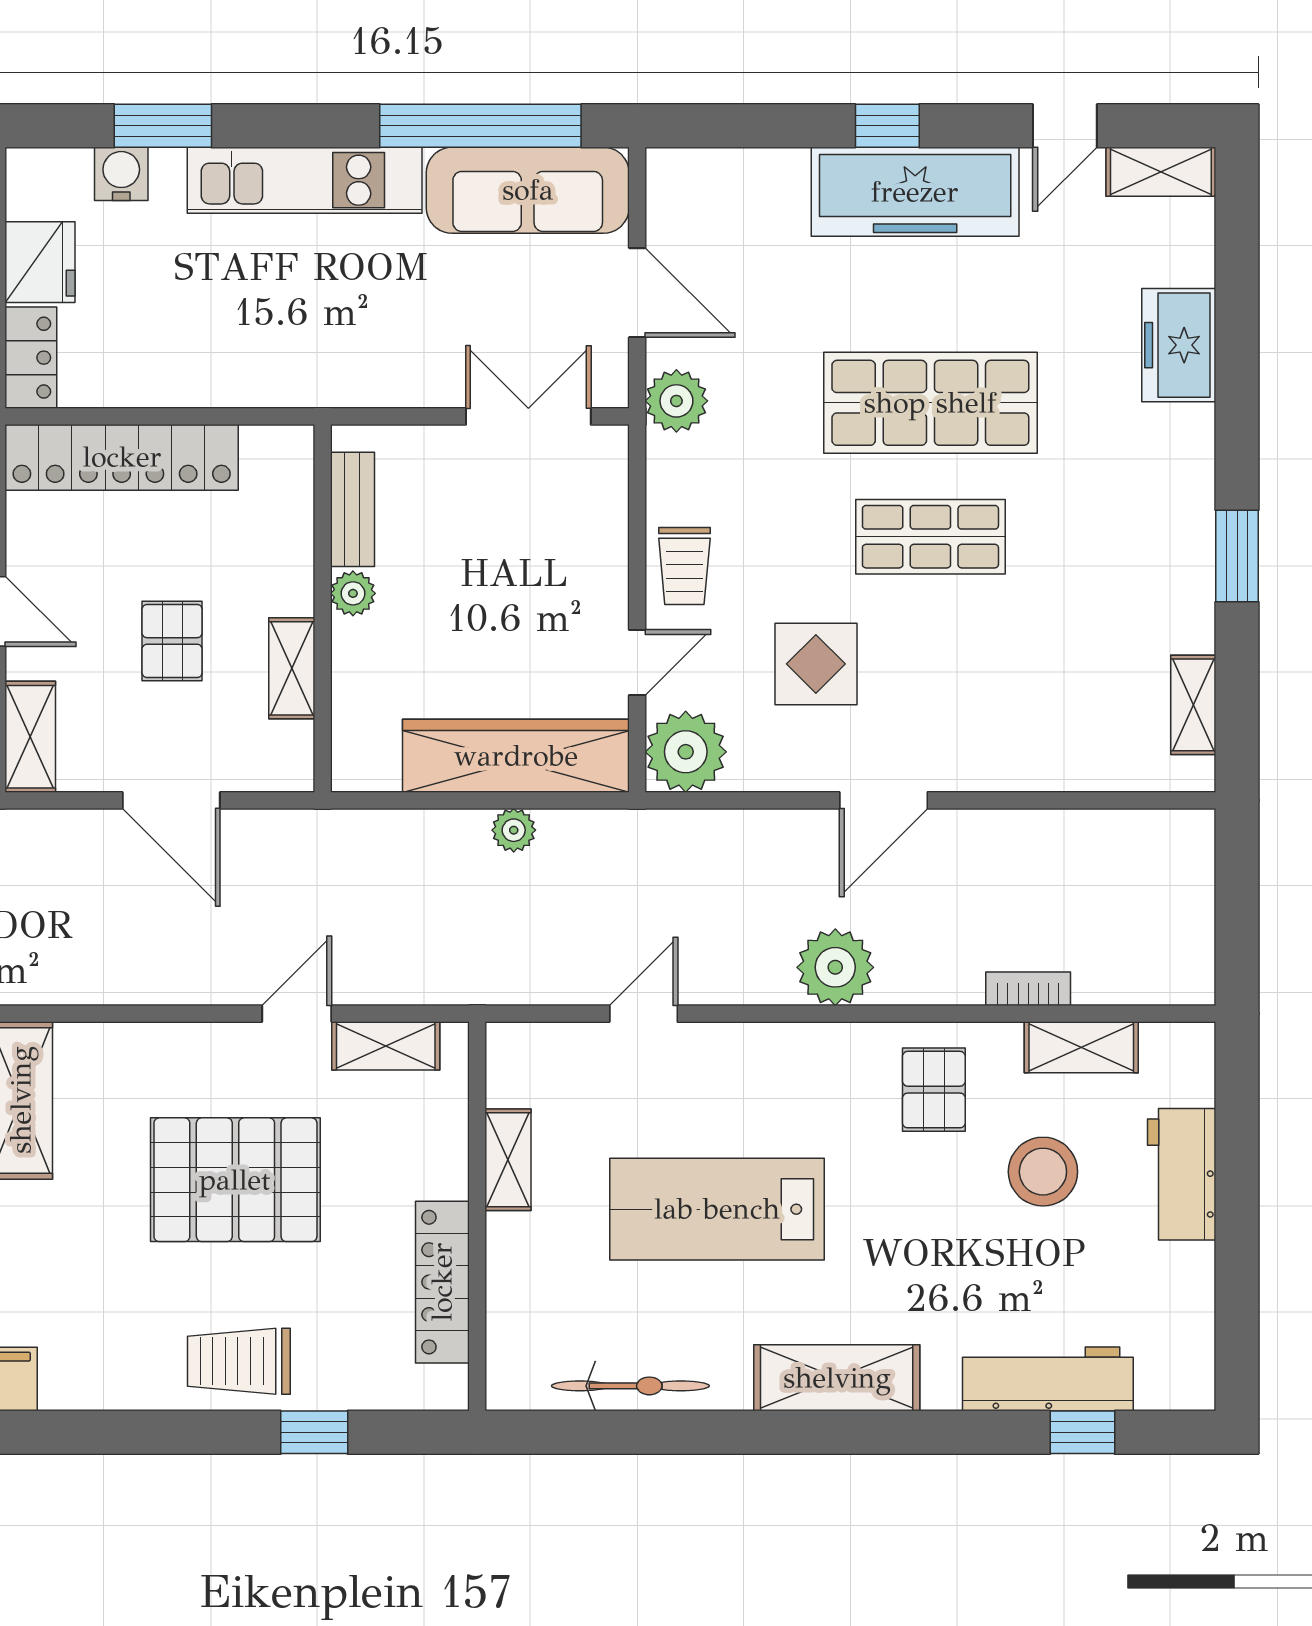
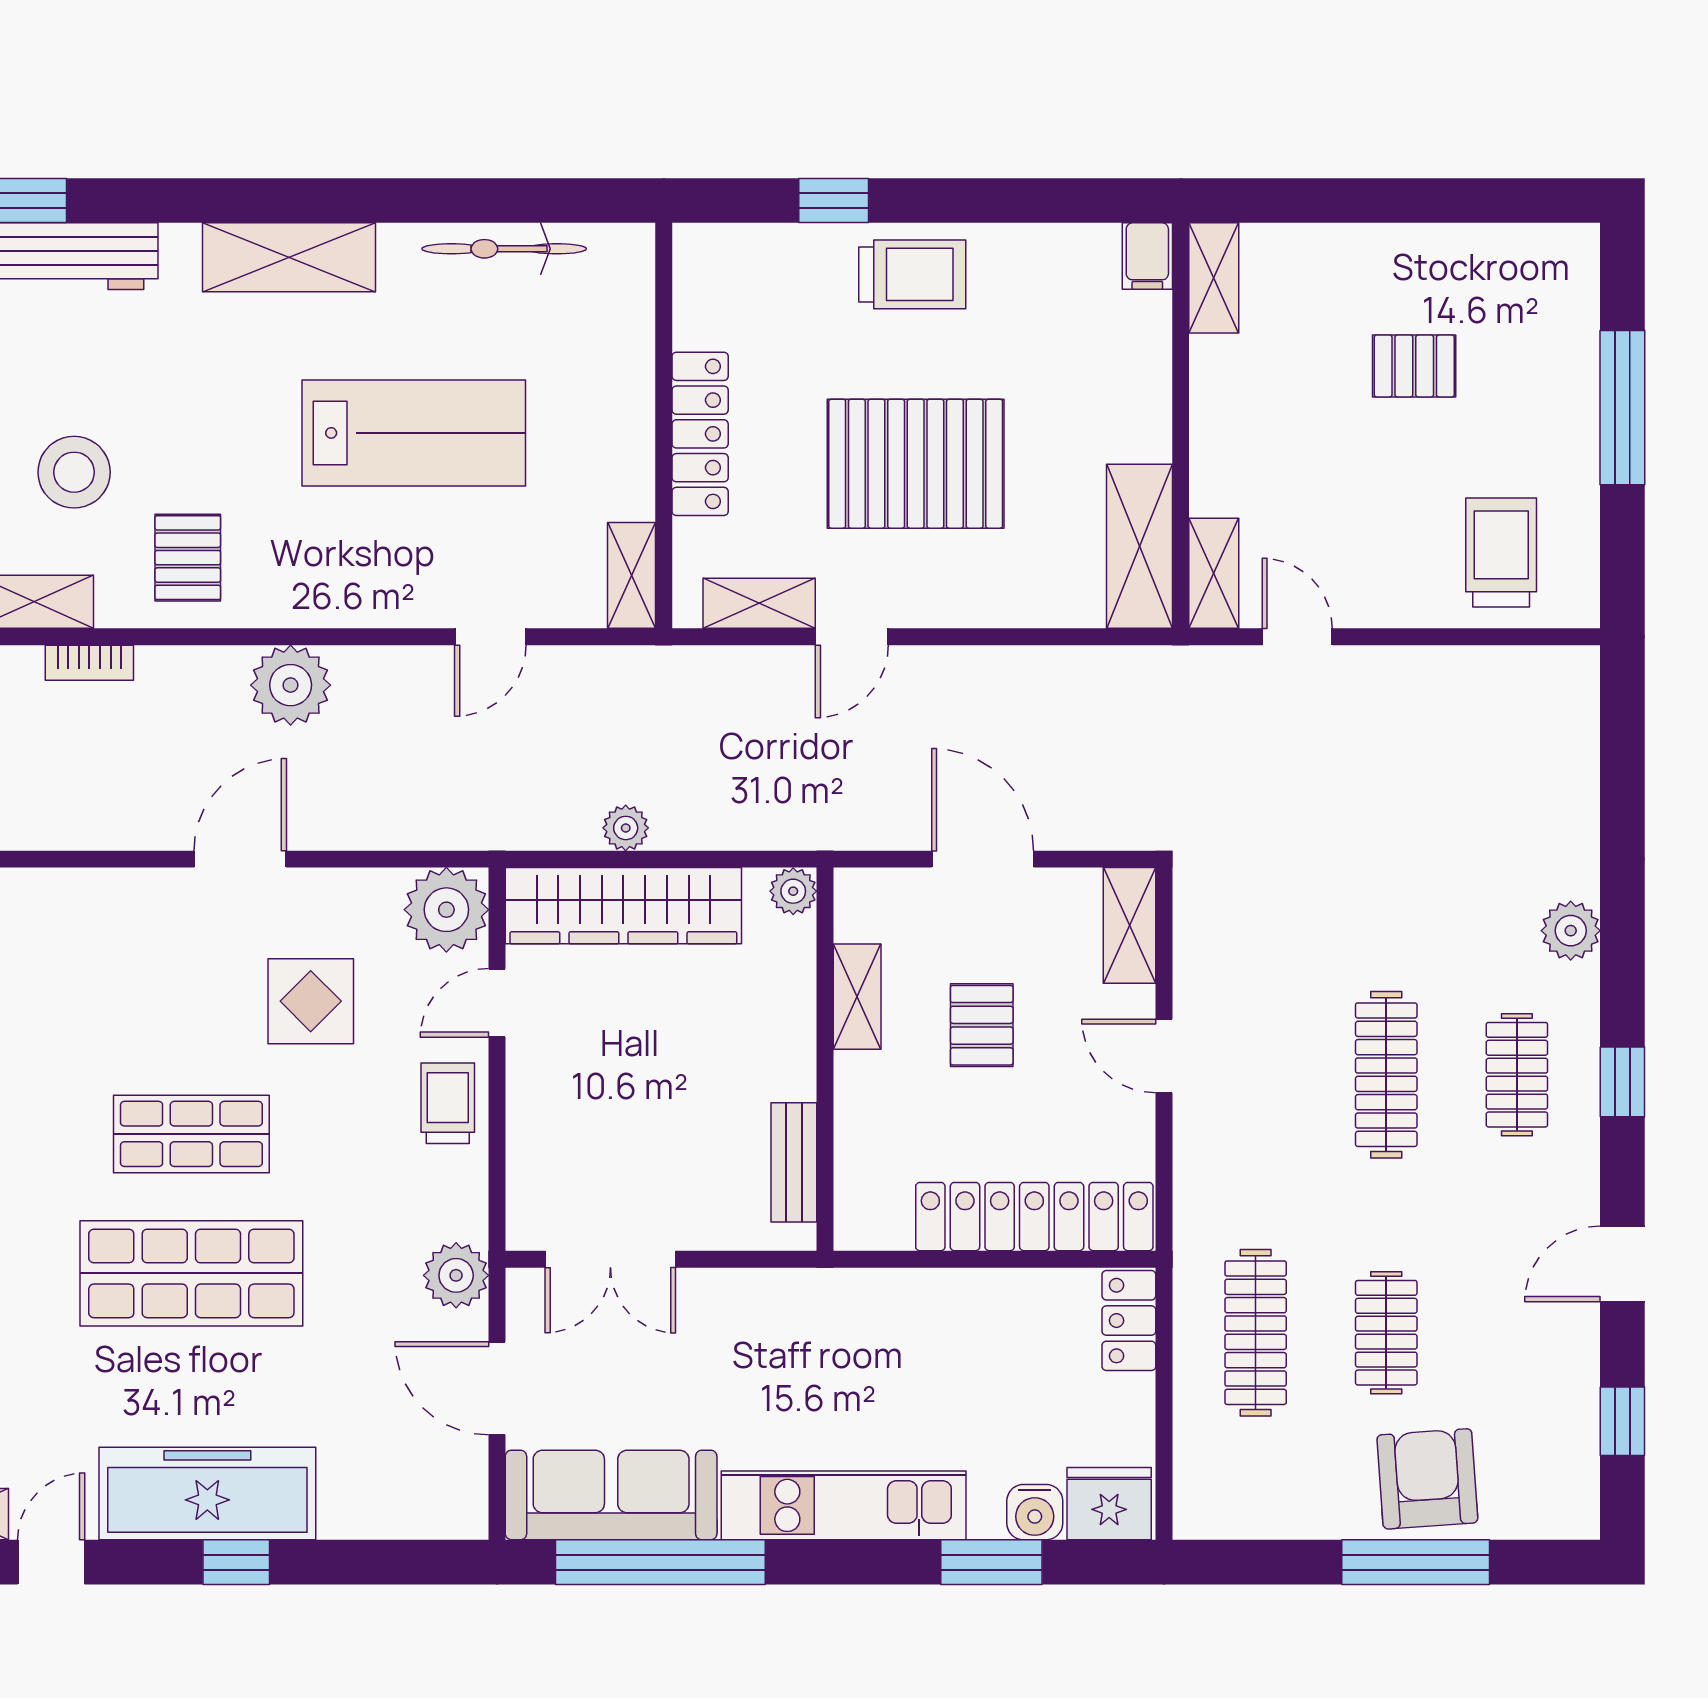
fridge: (40, 262) -> (1109, 1504), moved, turned 90
plant: (353, 593) -> (793, 891), moved
shelving: (508, 1160) -> (632, 575), moved
locker: (442, 1282) -> (700, 434), moved

